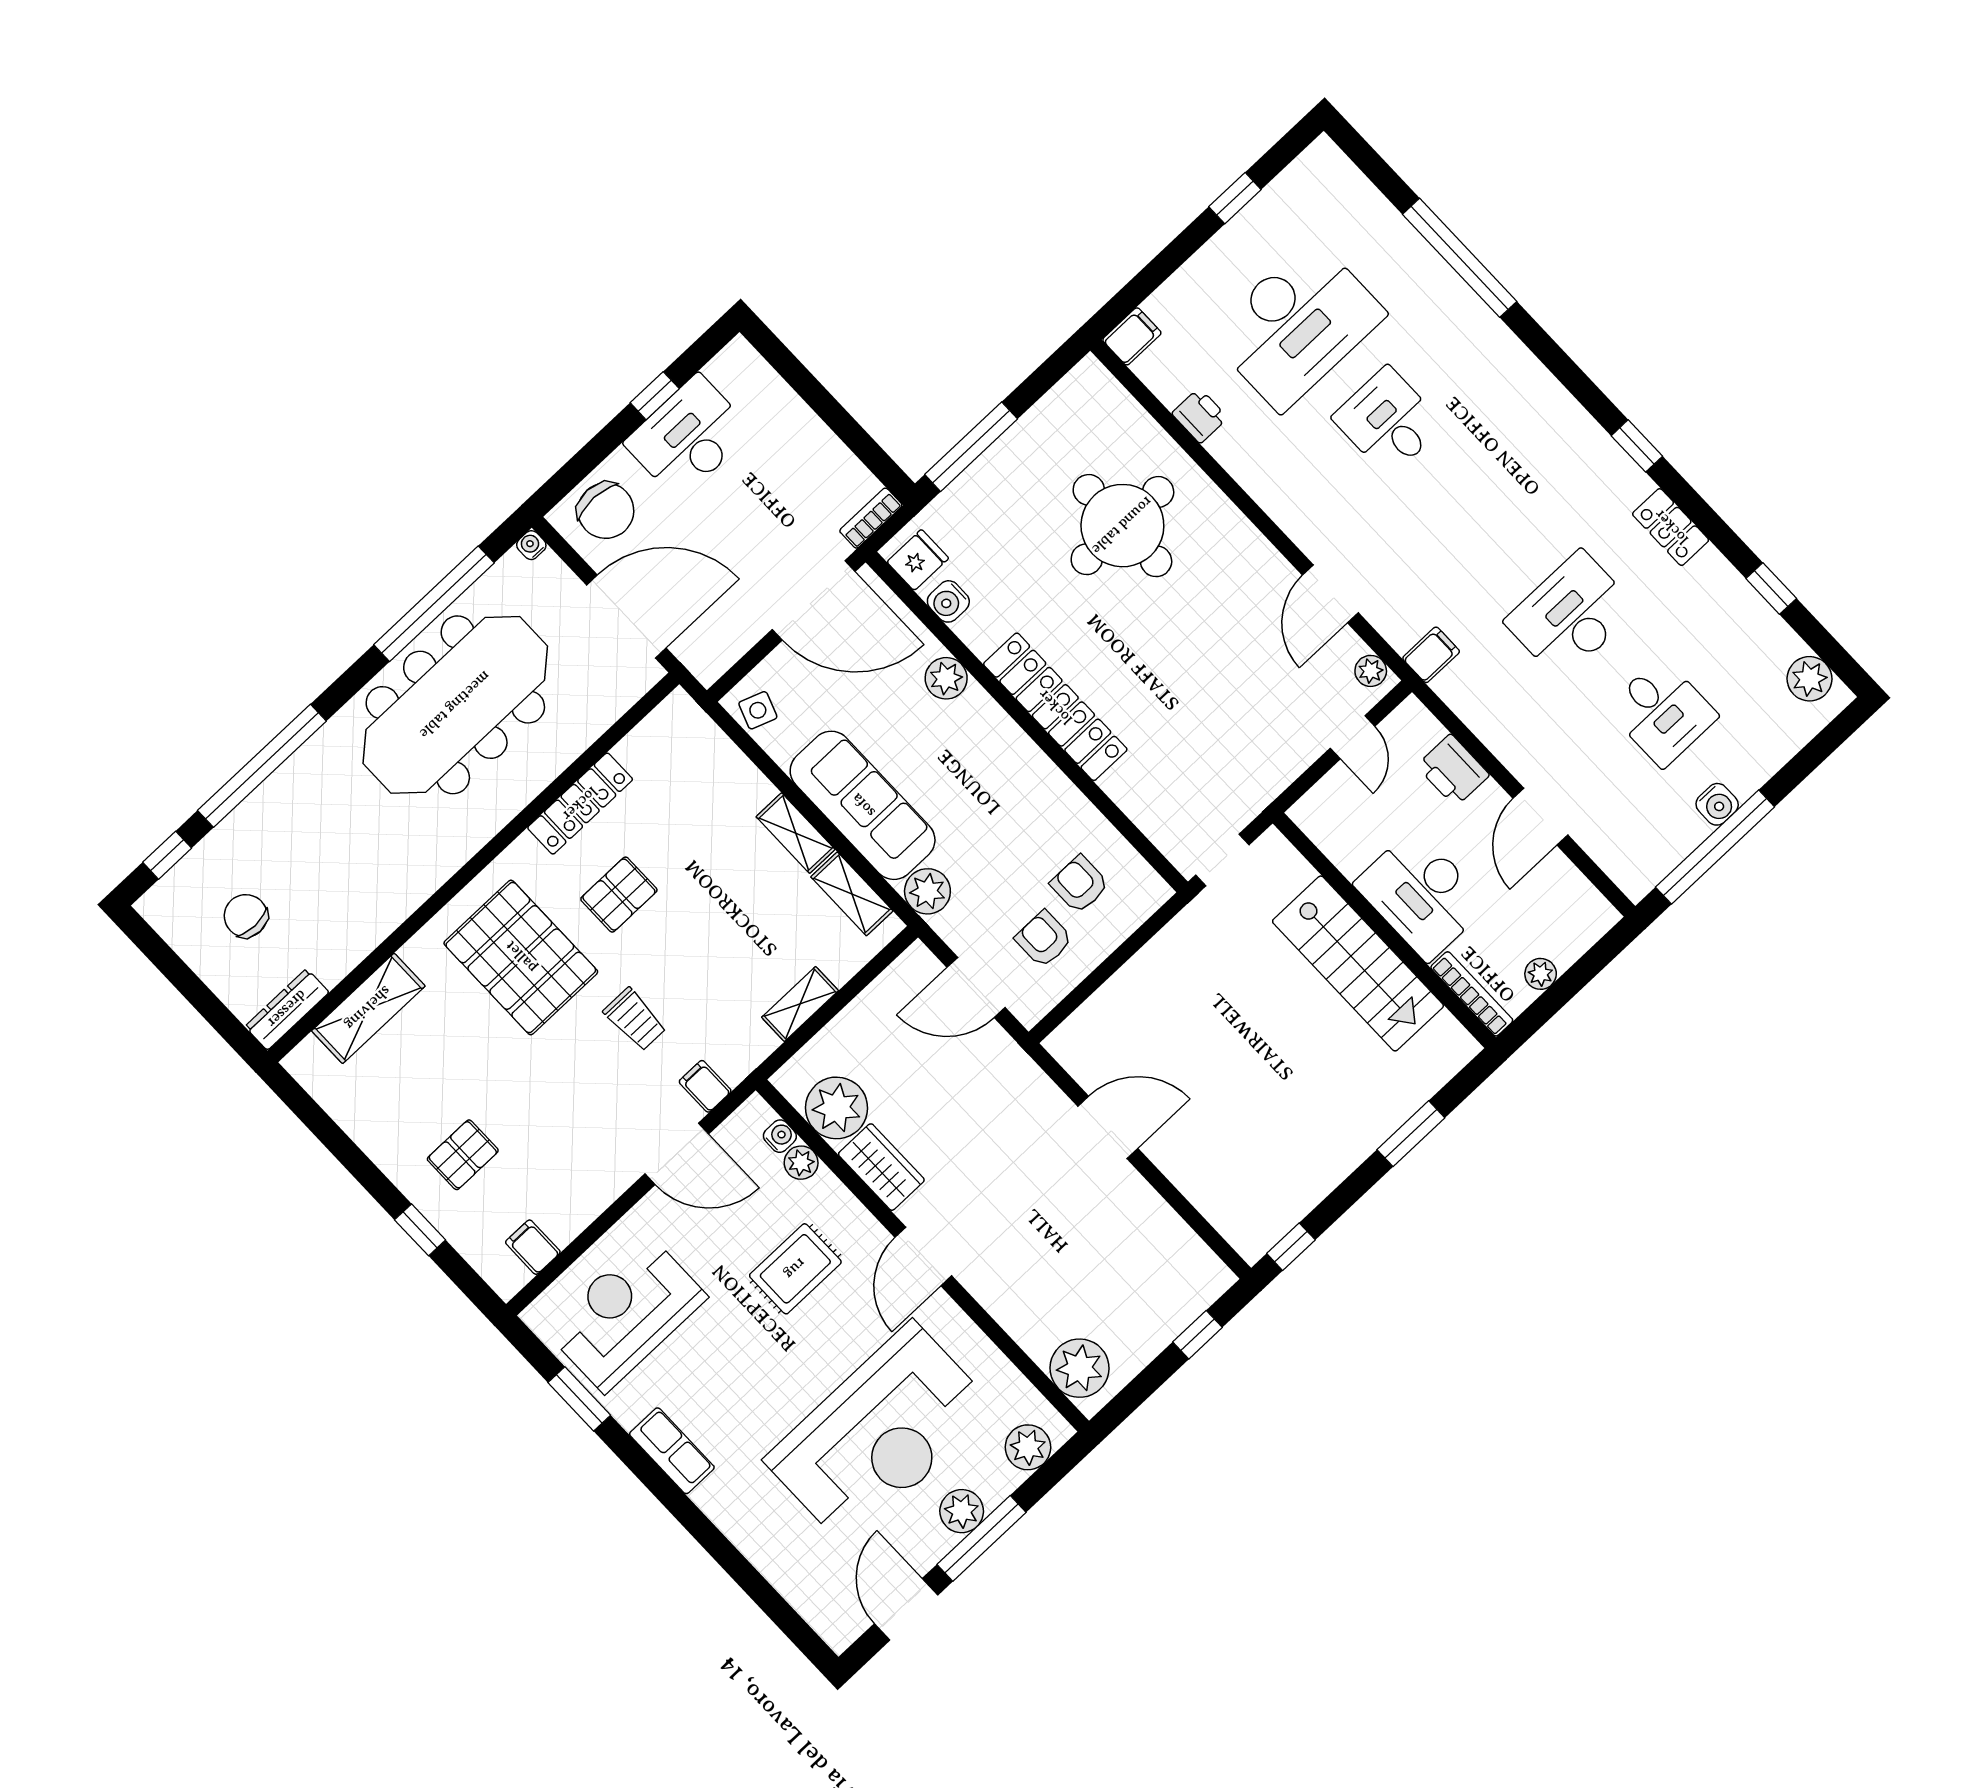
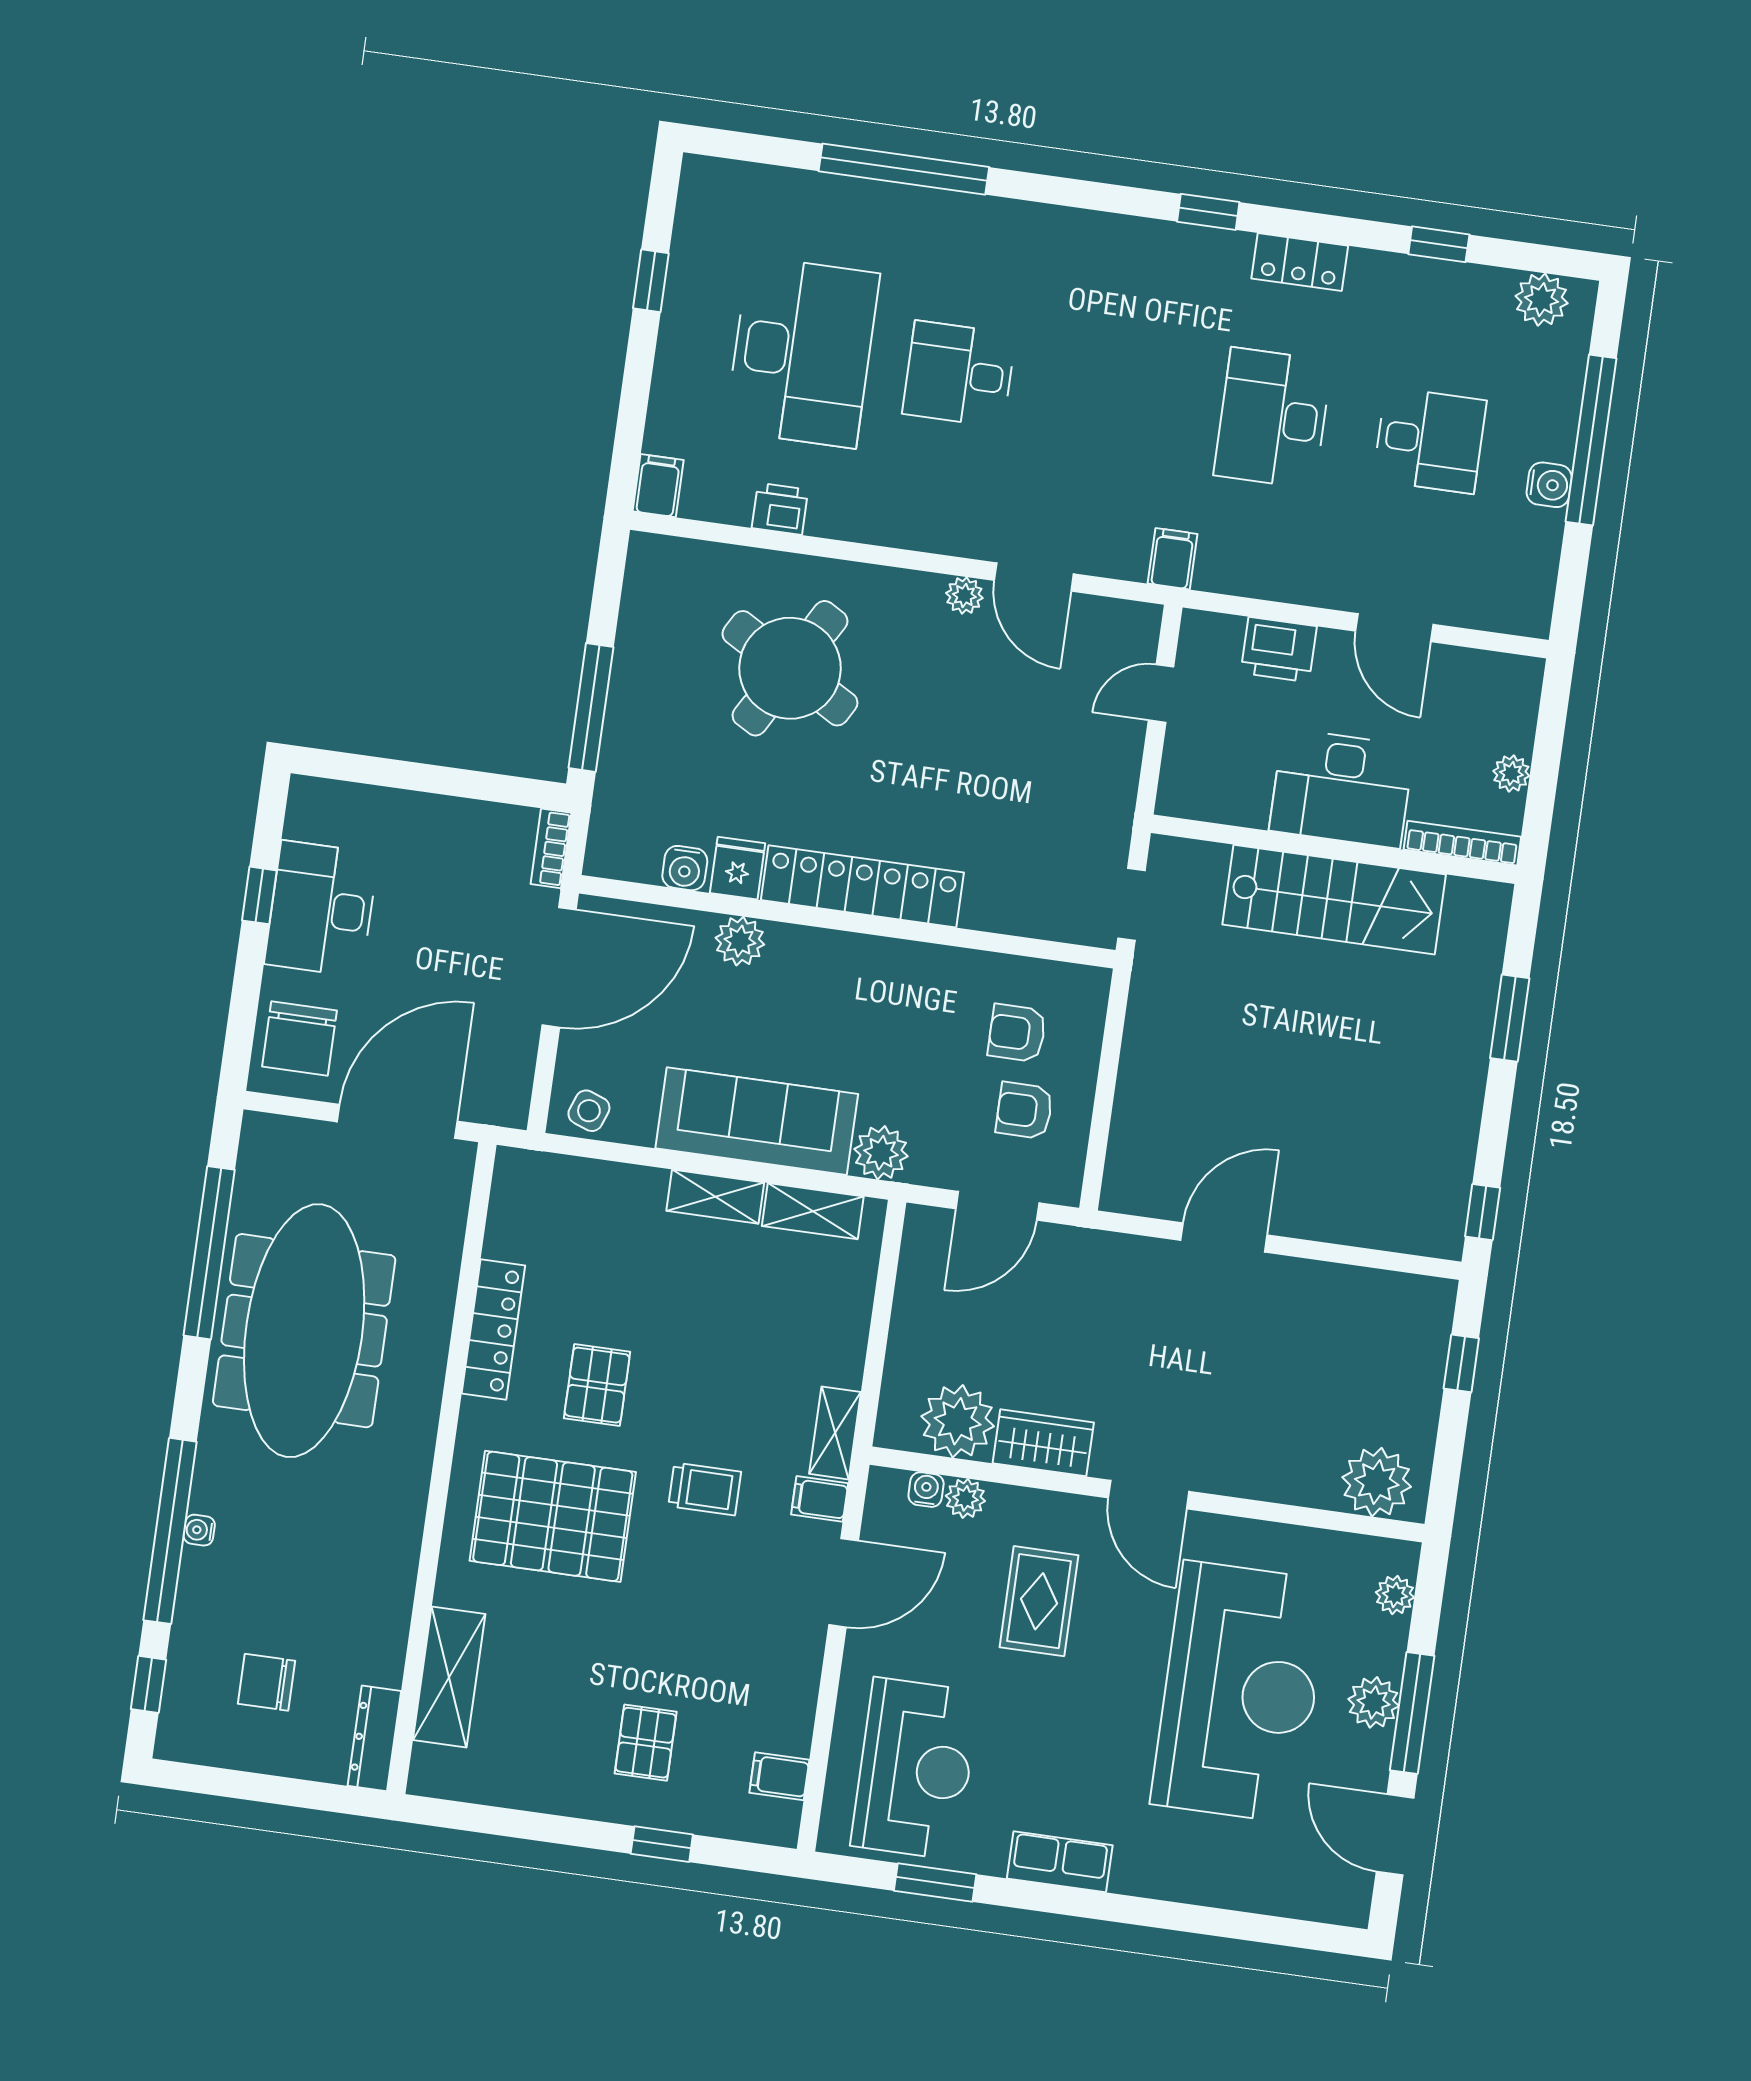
chair: (606, 511) -> (299, 1039), turned 89
round table: (1122, 526) -> (790, 668), turned 30
water cooler: (531, 545) -> (199, 1530), moved
fridge: (918, 560) -> (738, 868), moved
plant: (1371, 671) -> (964, 595), moved
door: (1353, 737) -> (1161, 694), swing flipped
window: (1715, 847) -> (1591, 440), moved
shelving: (800, 1004) -> (835, 1433), moved
reception desk: (626, 1313) -> (915, 1769), turned 180
plant: (1028, 1447) -> (1395, 1595), width x0.73, depth x0.73

